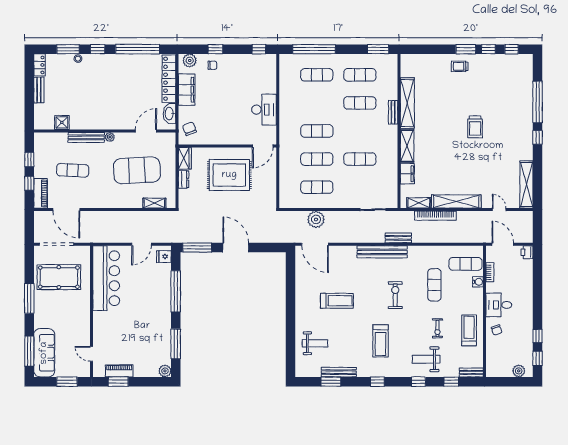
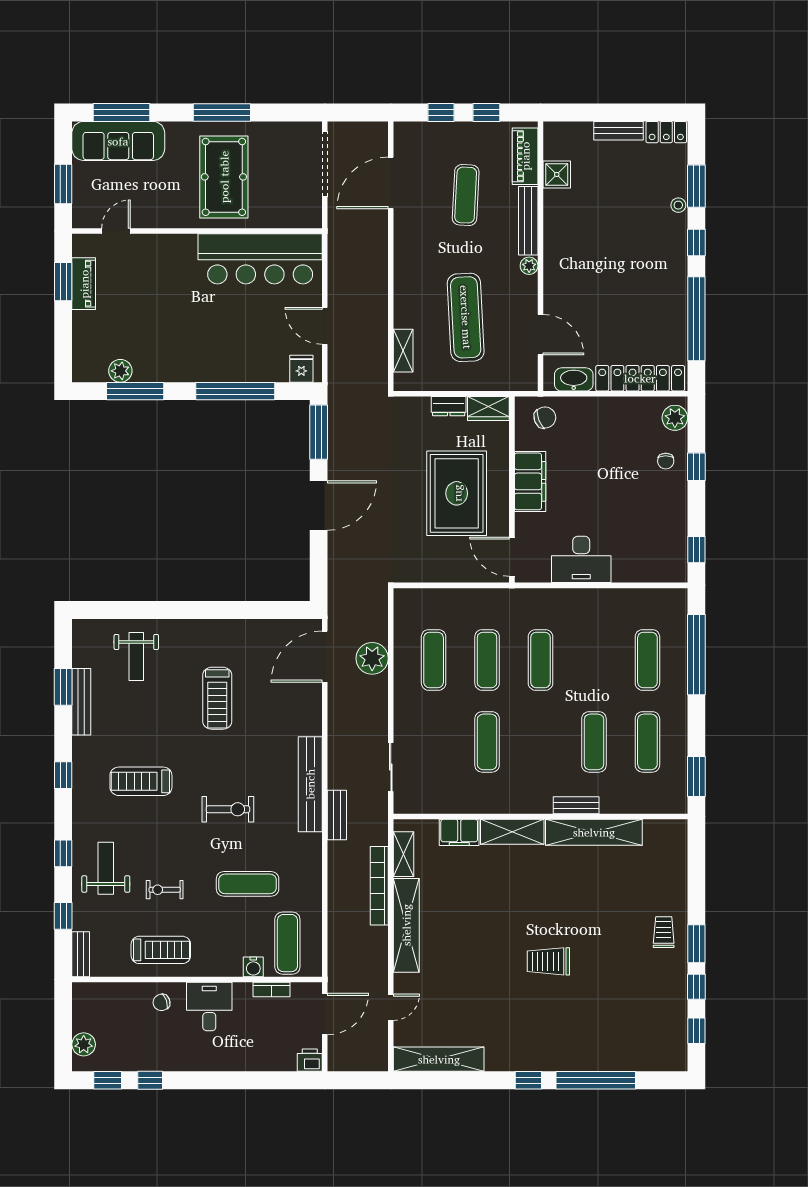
filing cabinet: (187, 90) -> (530, 481), moved, turned -90
exercise mat: (137, 170) -> (466, 317), width x0.68
piano: (41, 193) -> (525, 156), moved, turned 90
pool table: (59, 277) -> (224, 177), moved
plant: (165, 371) -> (120, 371), moved

